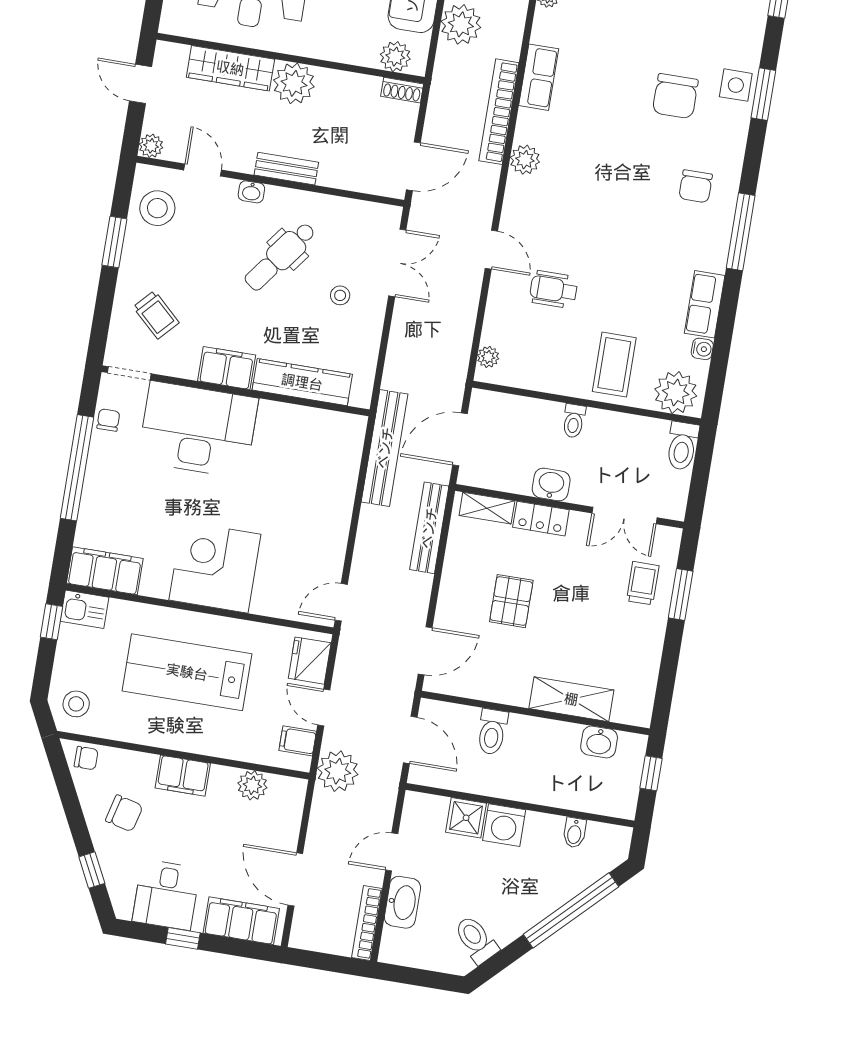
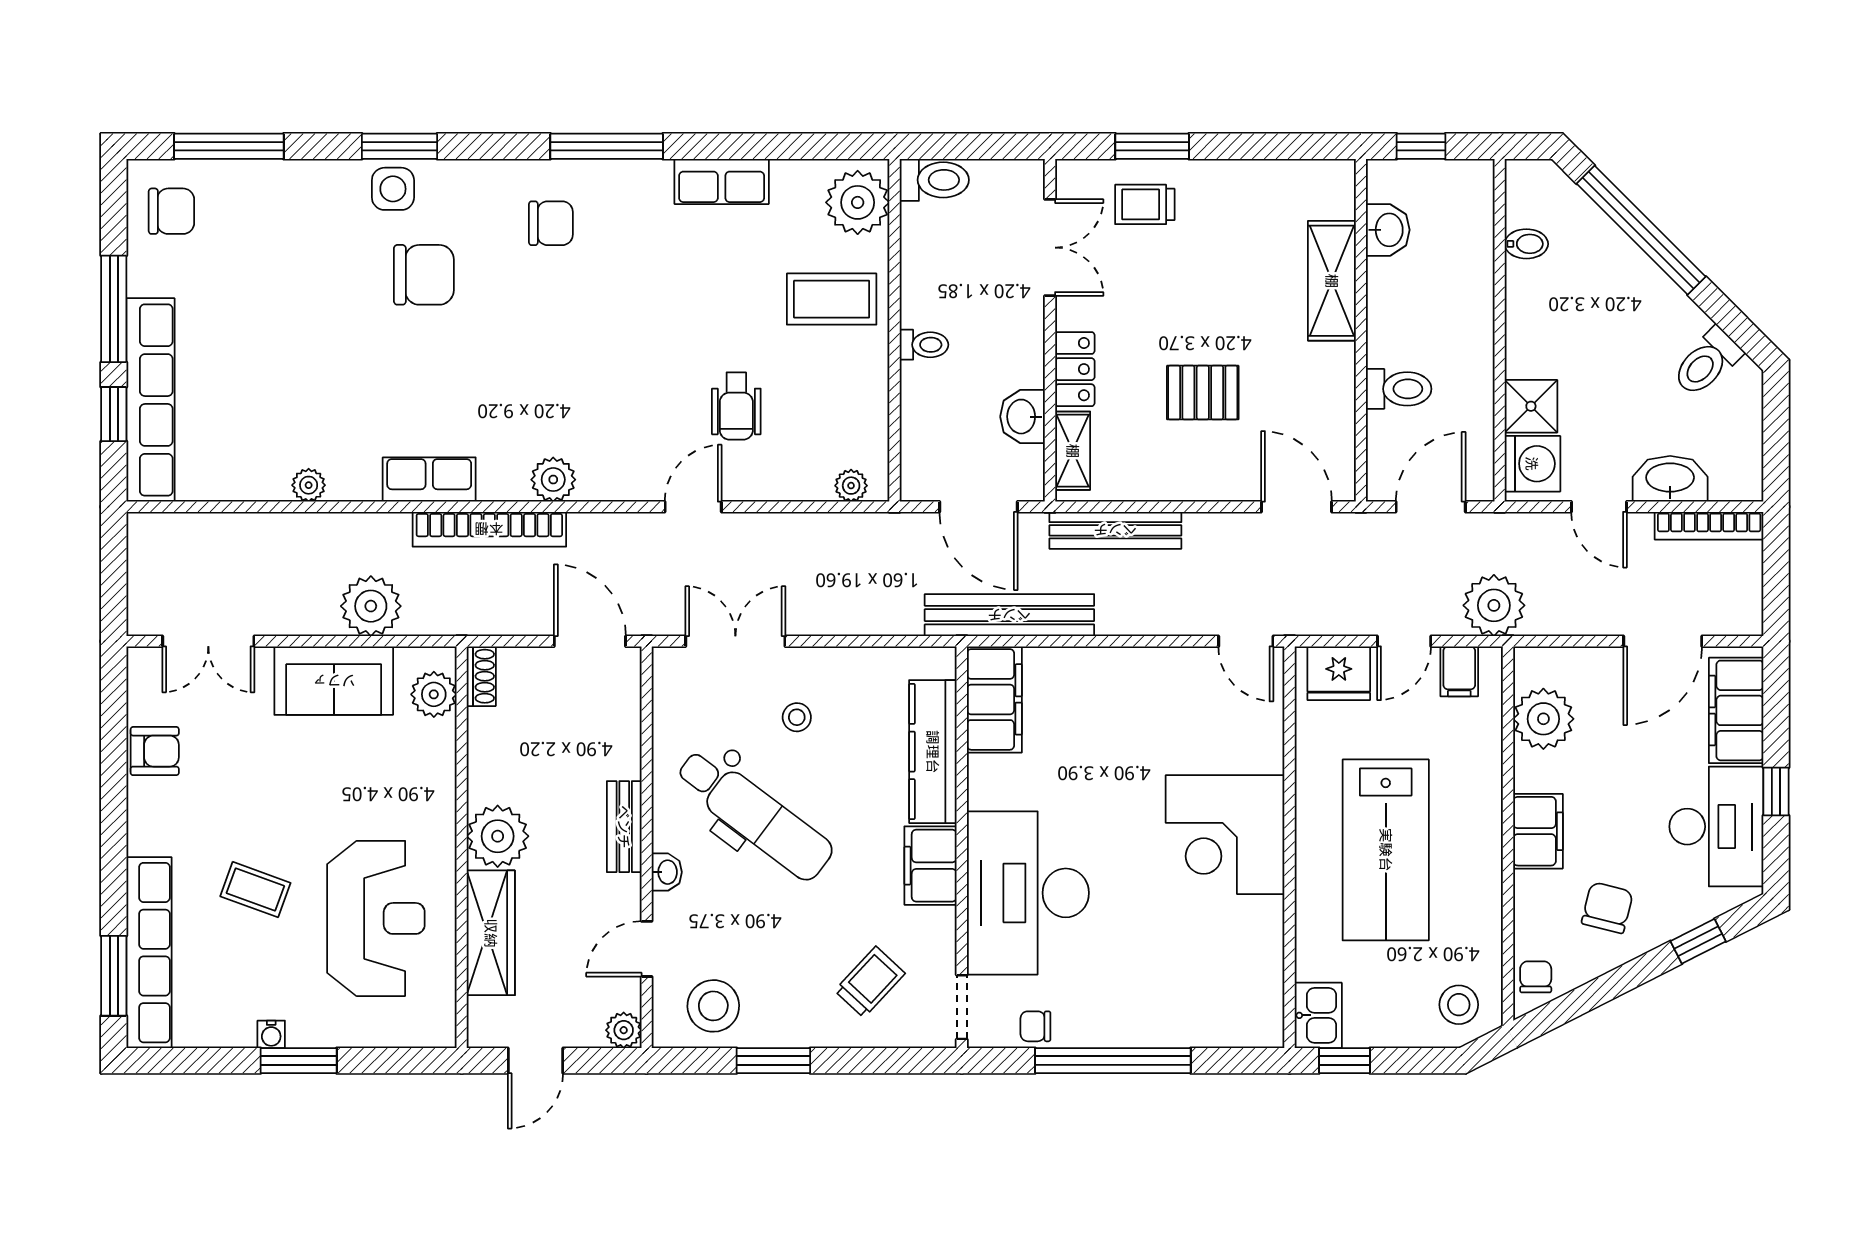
dental chair: (280, 256) -> (754, 815), width x1.36, depth x1.38
water cooler: (702, 349) -> (787, 174), removed
washbasin: (551, 485) -> (1022, 417), moved
filing cabinet: (105, 571) -> (994, 699), moved, turned 180
plant: (252, 785) -> (1543, 719), width x1.36, depth x1.36
washing machine: (504, 825) -> (1532, 464), moved
desk: (166, 895) -> (1716, 827), width x1.37

